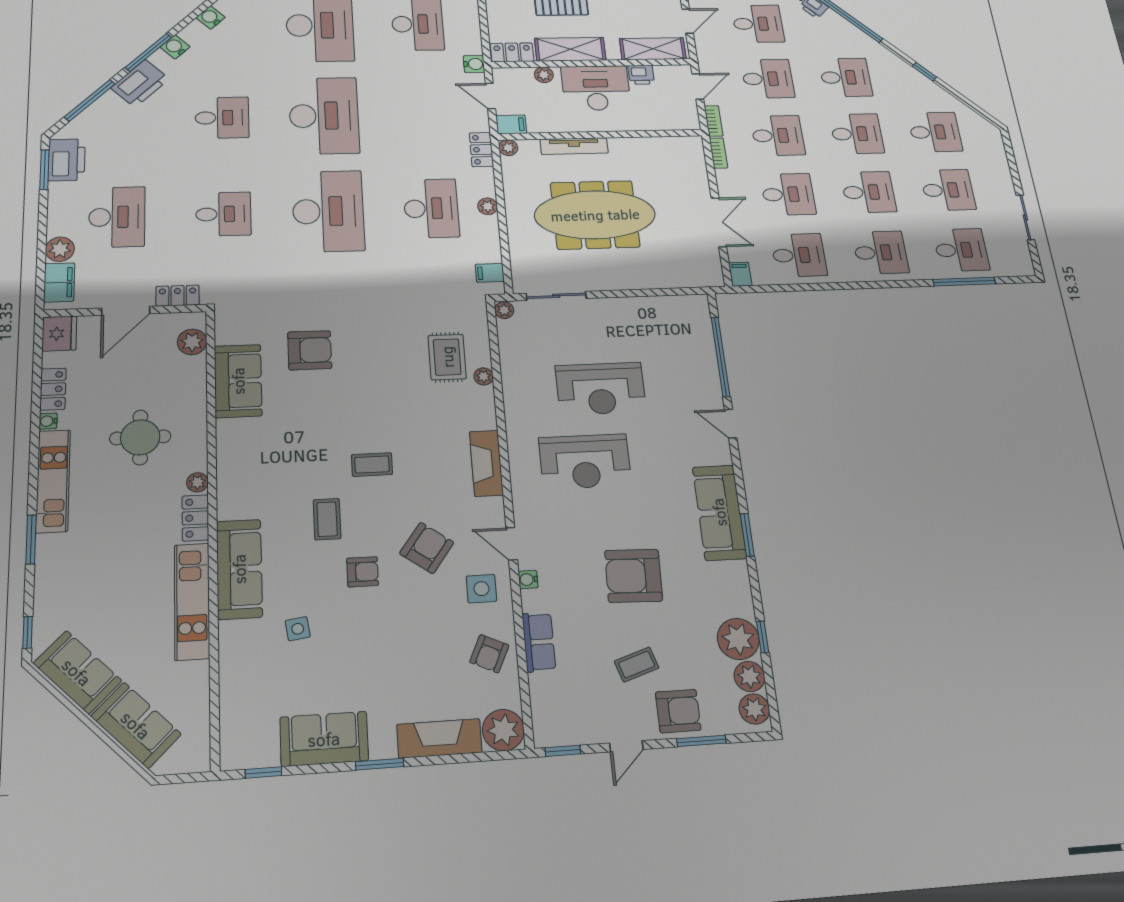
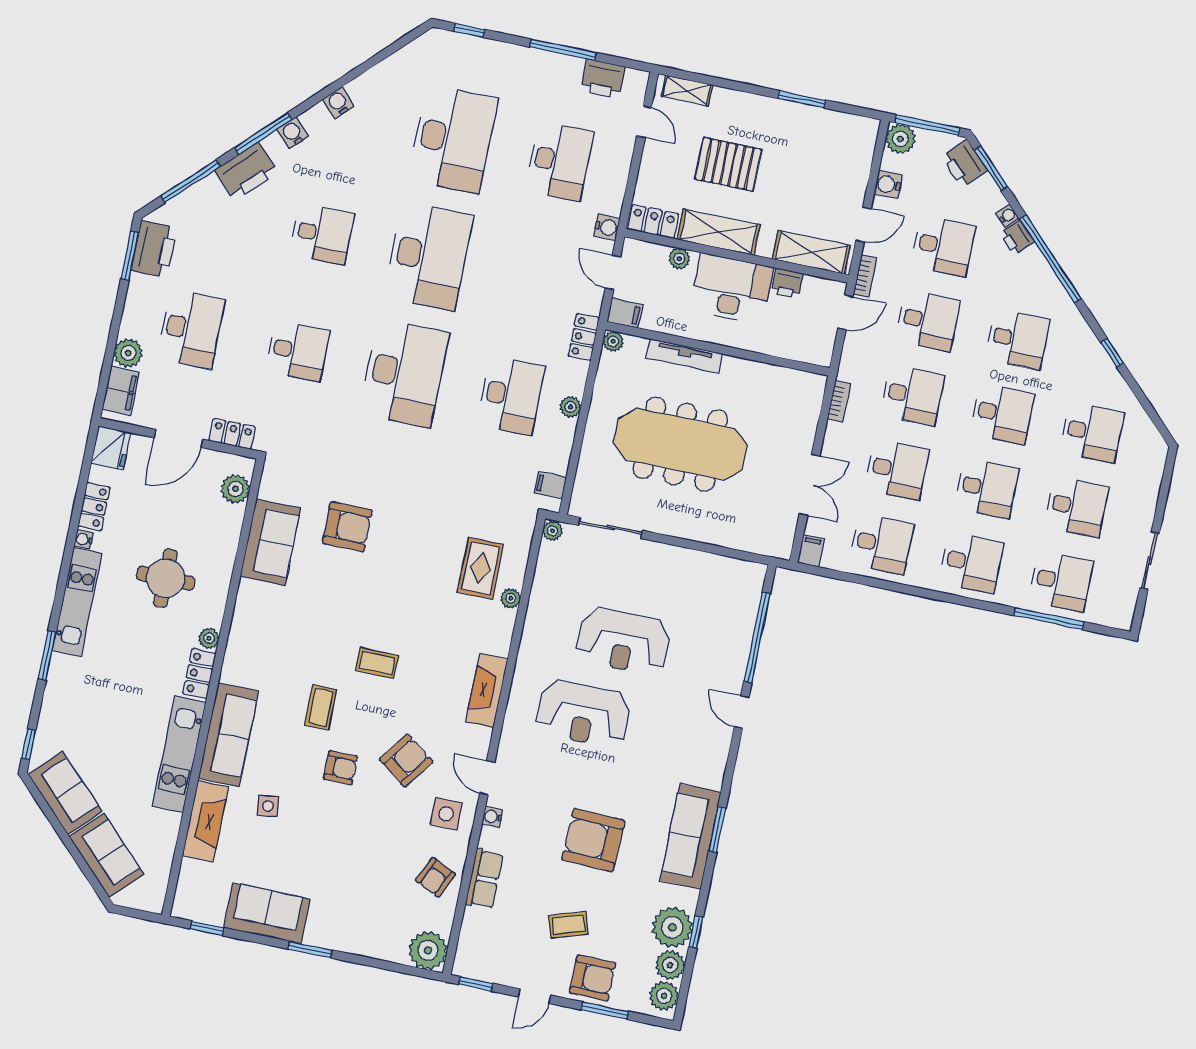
bookcase: (714, 121) -> (865, 276), moved
sofa: (719, 512) -> (690, 836), moved
fireplace: (439, 738) -> (205, 821), moved, turned 90

